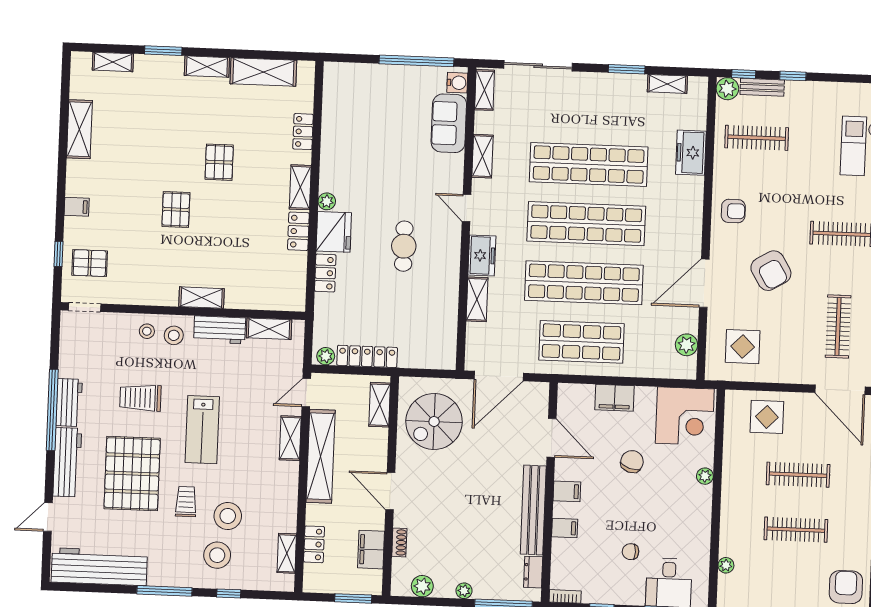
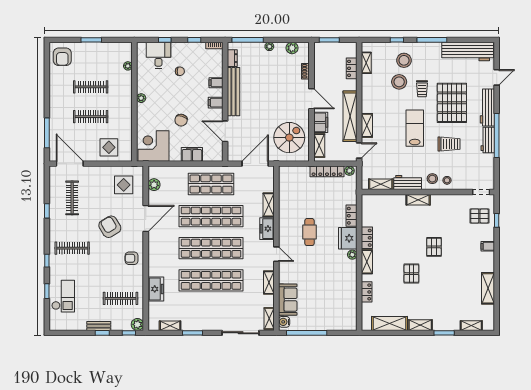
bench: (762, 87) -> (99, 326), moved
plant: (705, 476) -> (141, 98), moved
filing cabinet: (371, 550) -> (321, 122), moved

